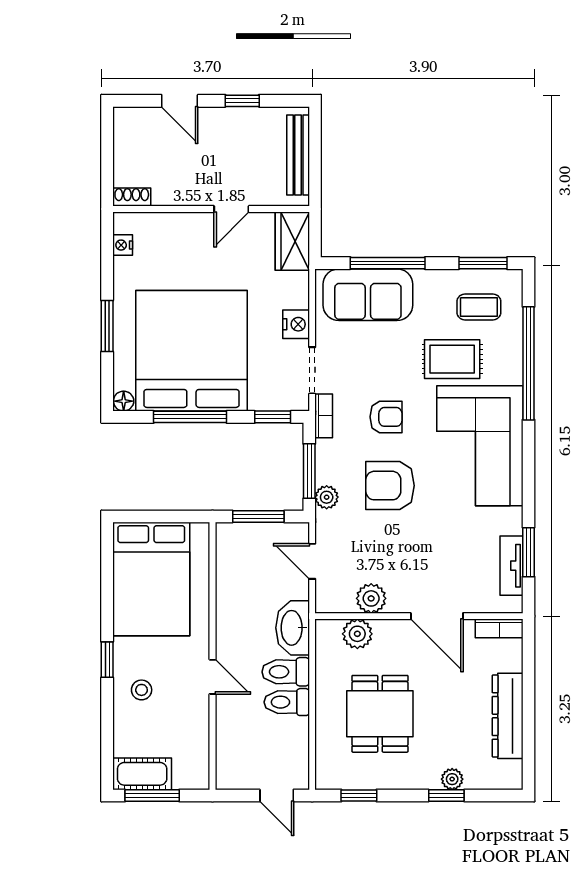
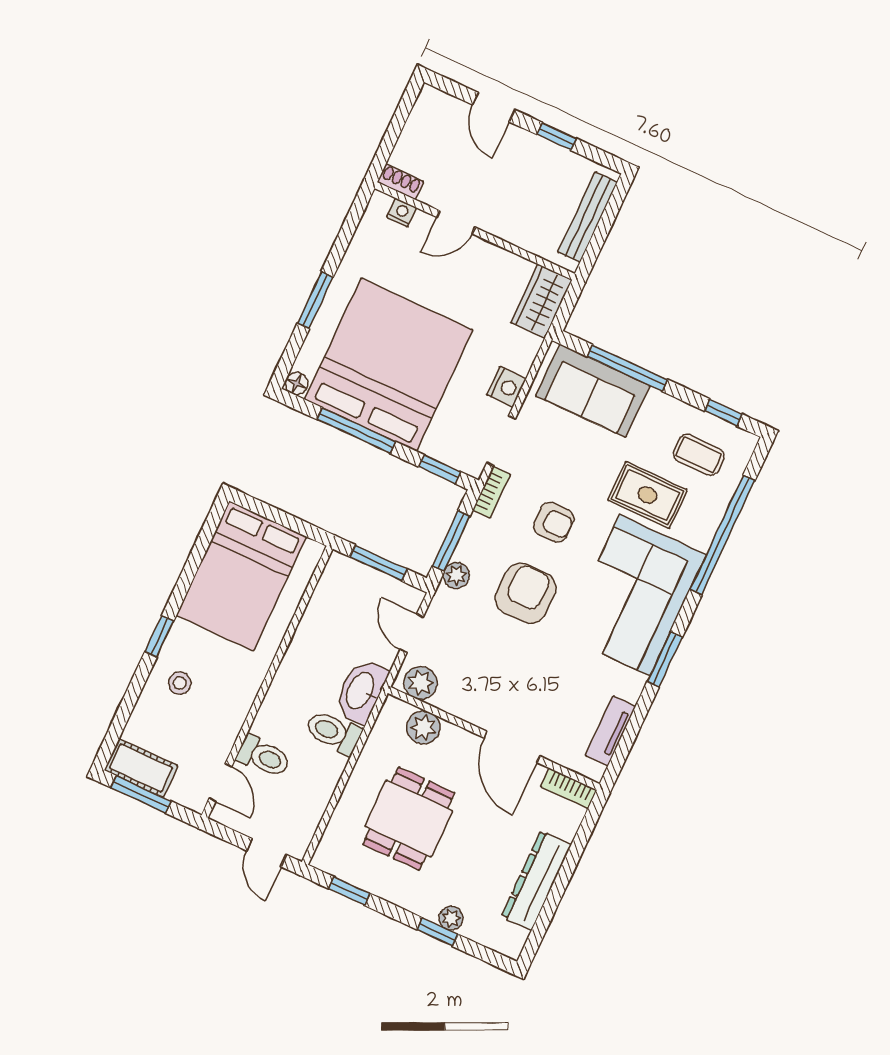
door: (231, 209) -> (456, 222), moved
nightstand: (123, 245) -> (402, 212), moved, turned 90
window: (483, 263) -> (723, 413), width x0.67
armchair: (390, 486) -> (526, 593), turned 90
window: (529, 552) -> (665, 659), moved
plant: (371, 598) -> (421, 683), moved
door: (212, 677) -> (220, 783), moved
toilet: (287, 702) -> (264, 756), moved, turned 180

